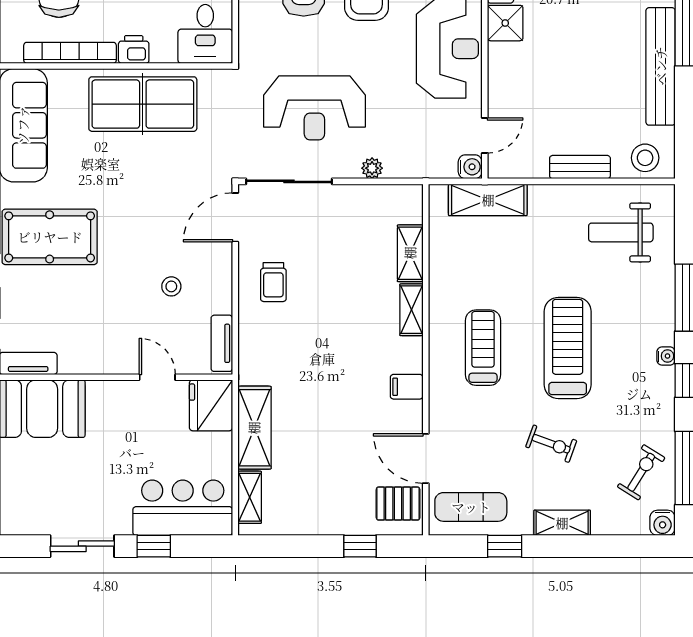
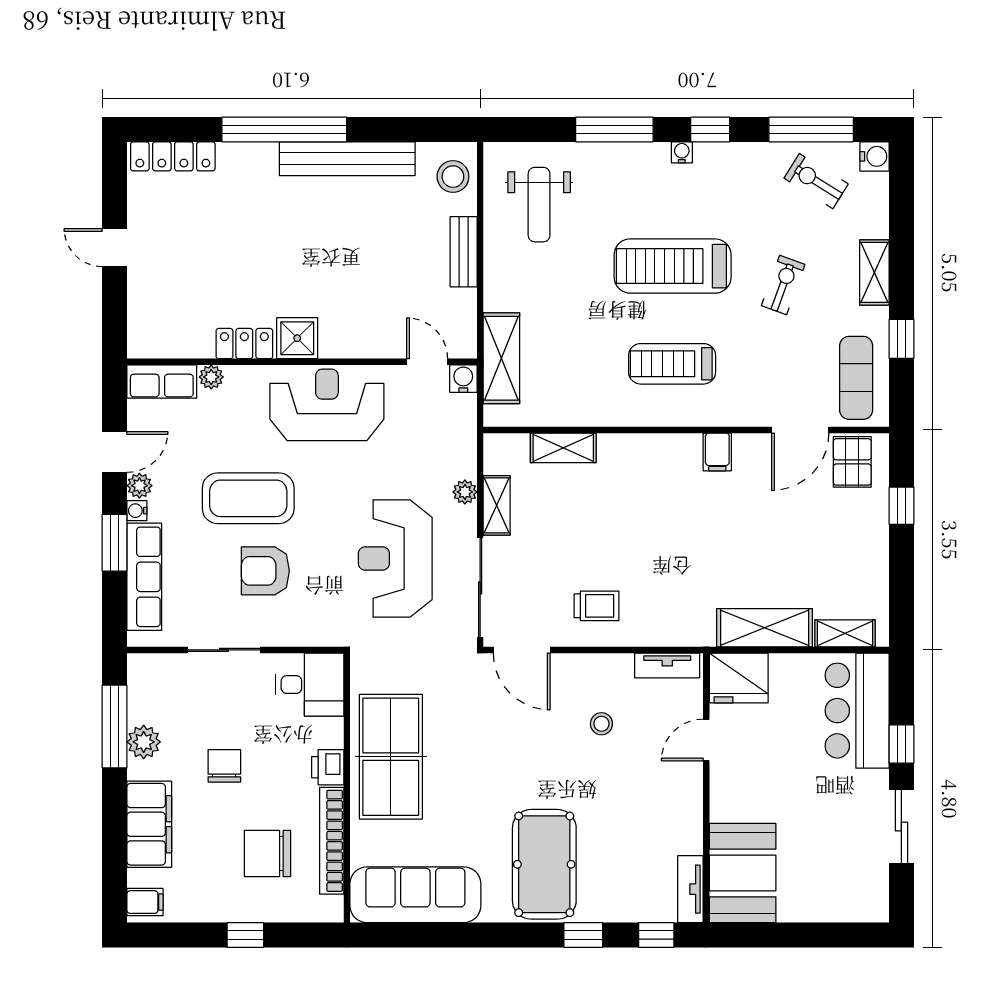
reception desk: (314, 108) -> (395, 558), turned 180
shelving: (411, 310) -> (497, 505), moved, turned 90

